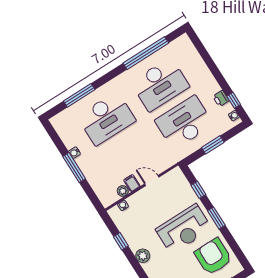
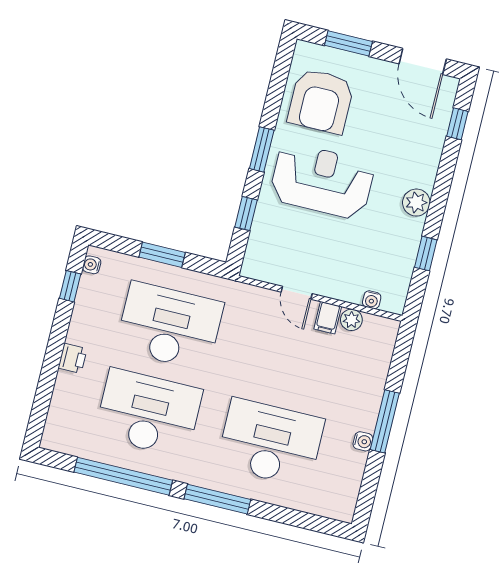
window: (79, 95) -> (217, 499), moved
printer: (221, 98) -> (72, 358), moved
desk: (184, 123) -> (170, 326), turned 180

